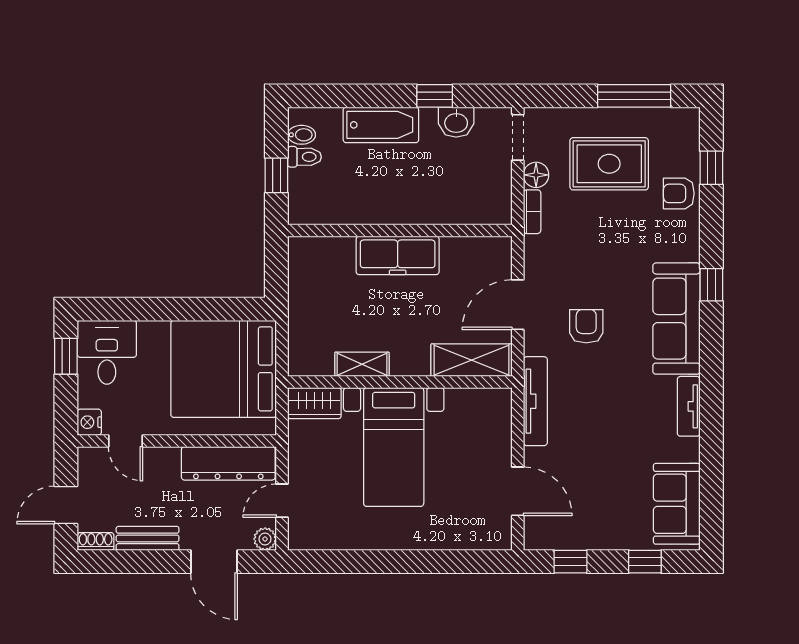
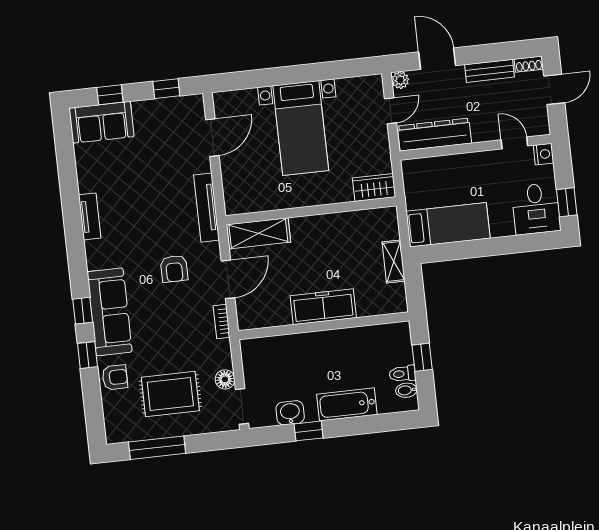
window: (711, 168) -> (88, 355), moved
bookcase: (532, 212) -> (222, 322), moved
sofa: (676, 319) -> (110, 312), moved
shelving: (362, 364) -> (394, 261), moved, turned 90
bed: (224, 369) -> (448, 225), width x0.49
bed with nightstands: (394, 447) -> (301, 128), moved, turned 180
door: (518, 491) -> (212, 138), swing flipped
sofa: (677, 504) -> (101, 122), moved, turned 90

